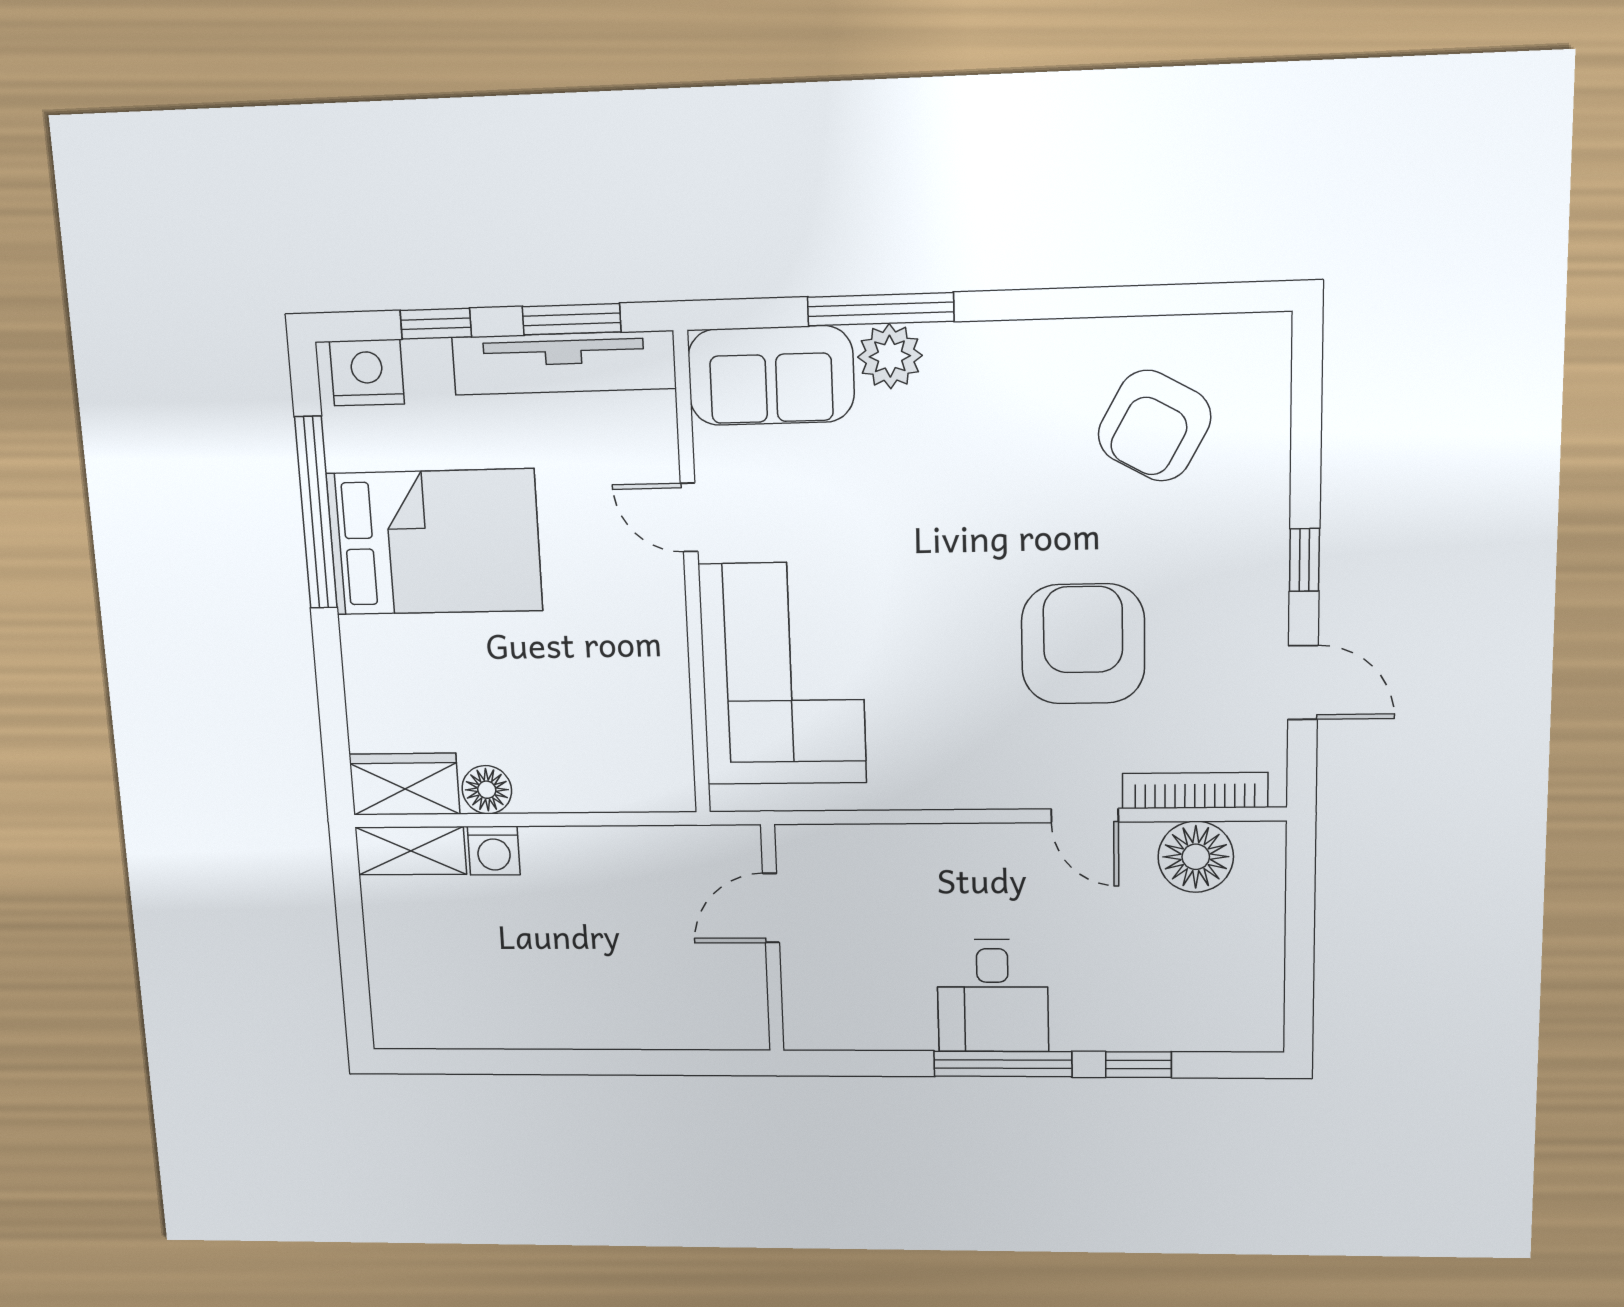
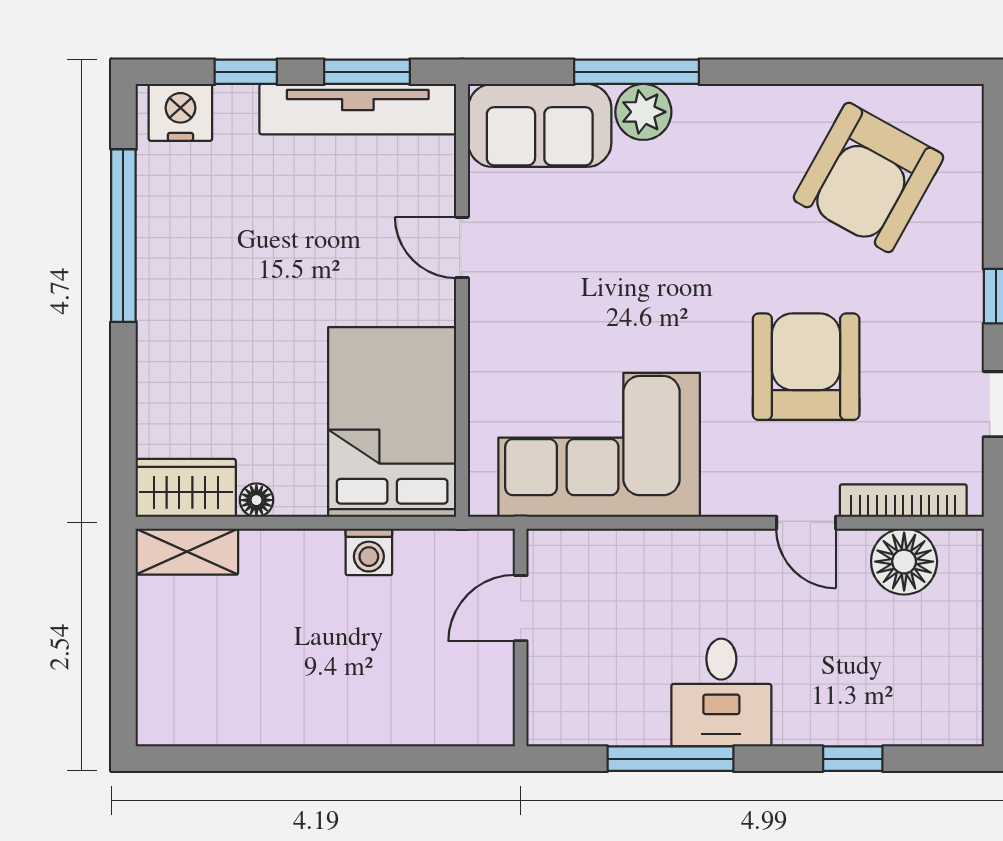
armchair: (1155, 426) -> (868, 177), width x1.36, depth x1.36
bed: (434, 542) -> (392, 422), moved, turned -90
corner sofa: (783, 674) -> (599, 445), moved, turned -90
floor lamp: (487, 790) -> (256, 500), width x0.73, depth x0.73
washing machine: (494, 851) -> (369, 552), moved
window: (1003, 1064) -> (670, 759), moved

